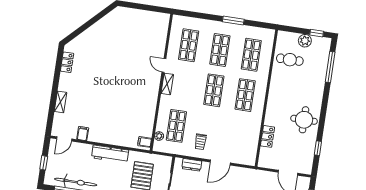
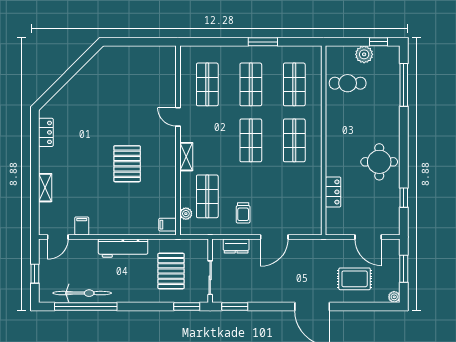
shelving: (167, 84) -> (186, 157), moved
pallet: (122, 94) -> (127, 164), added

